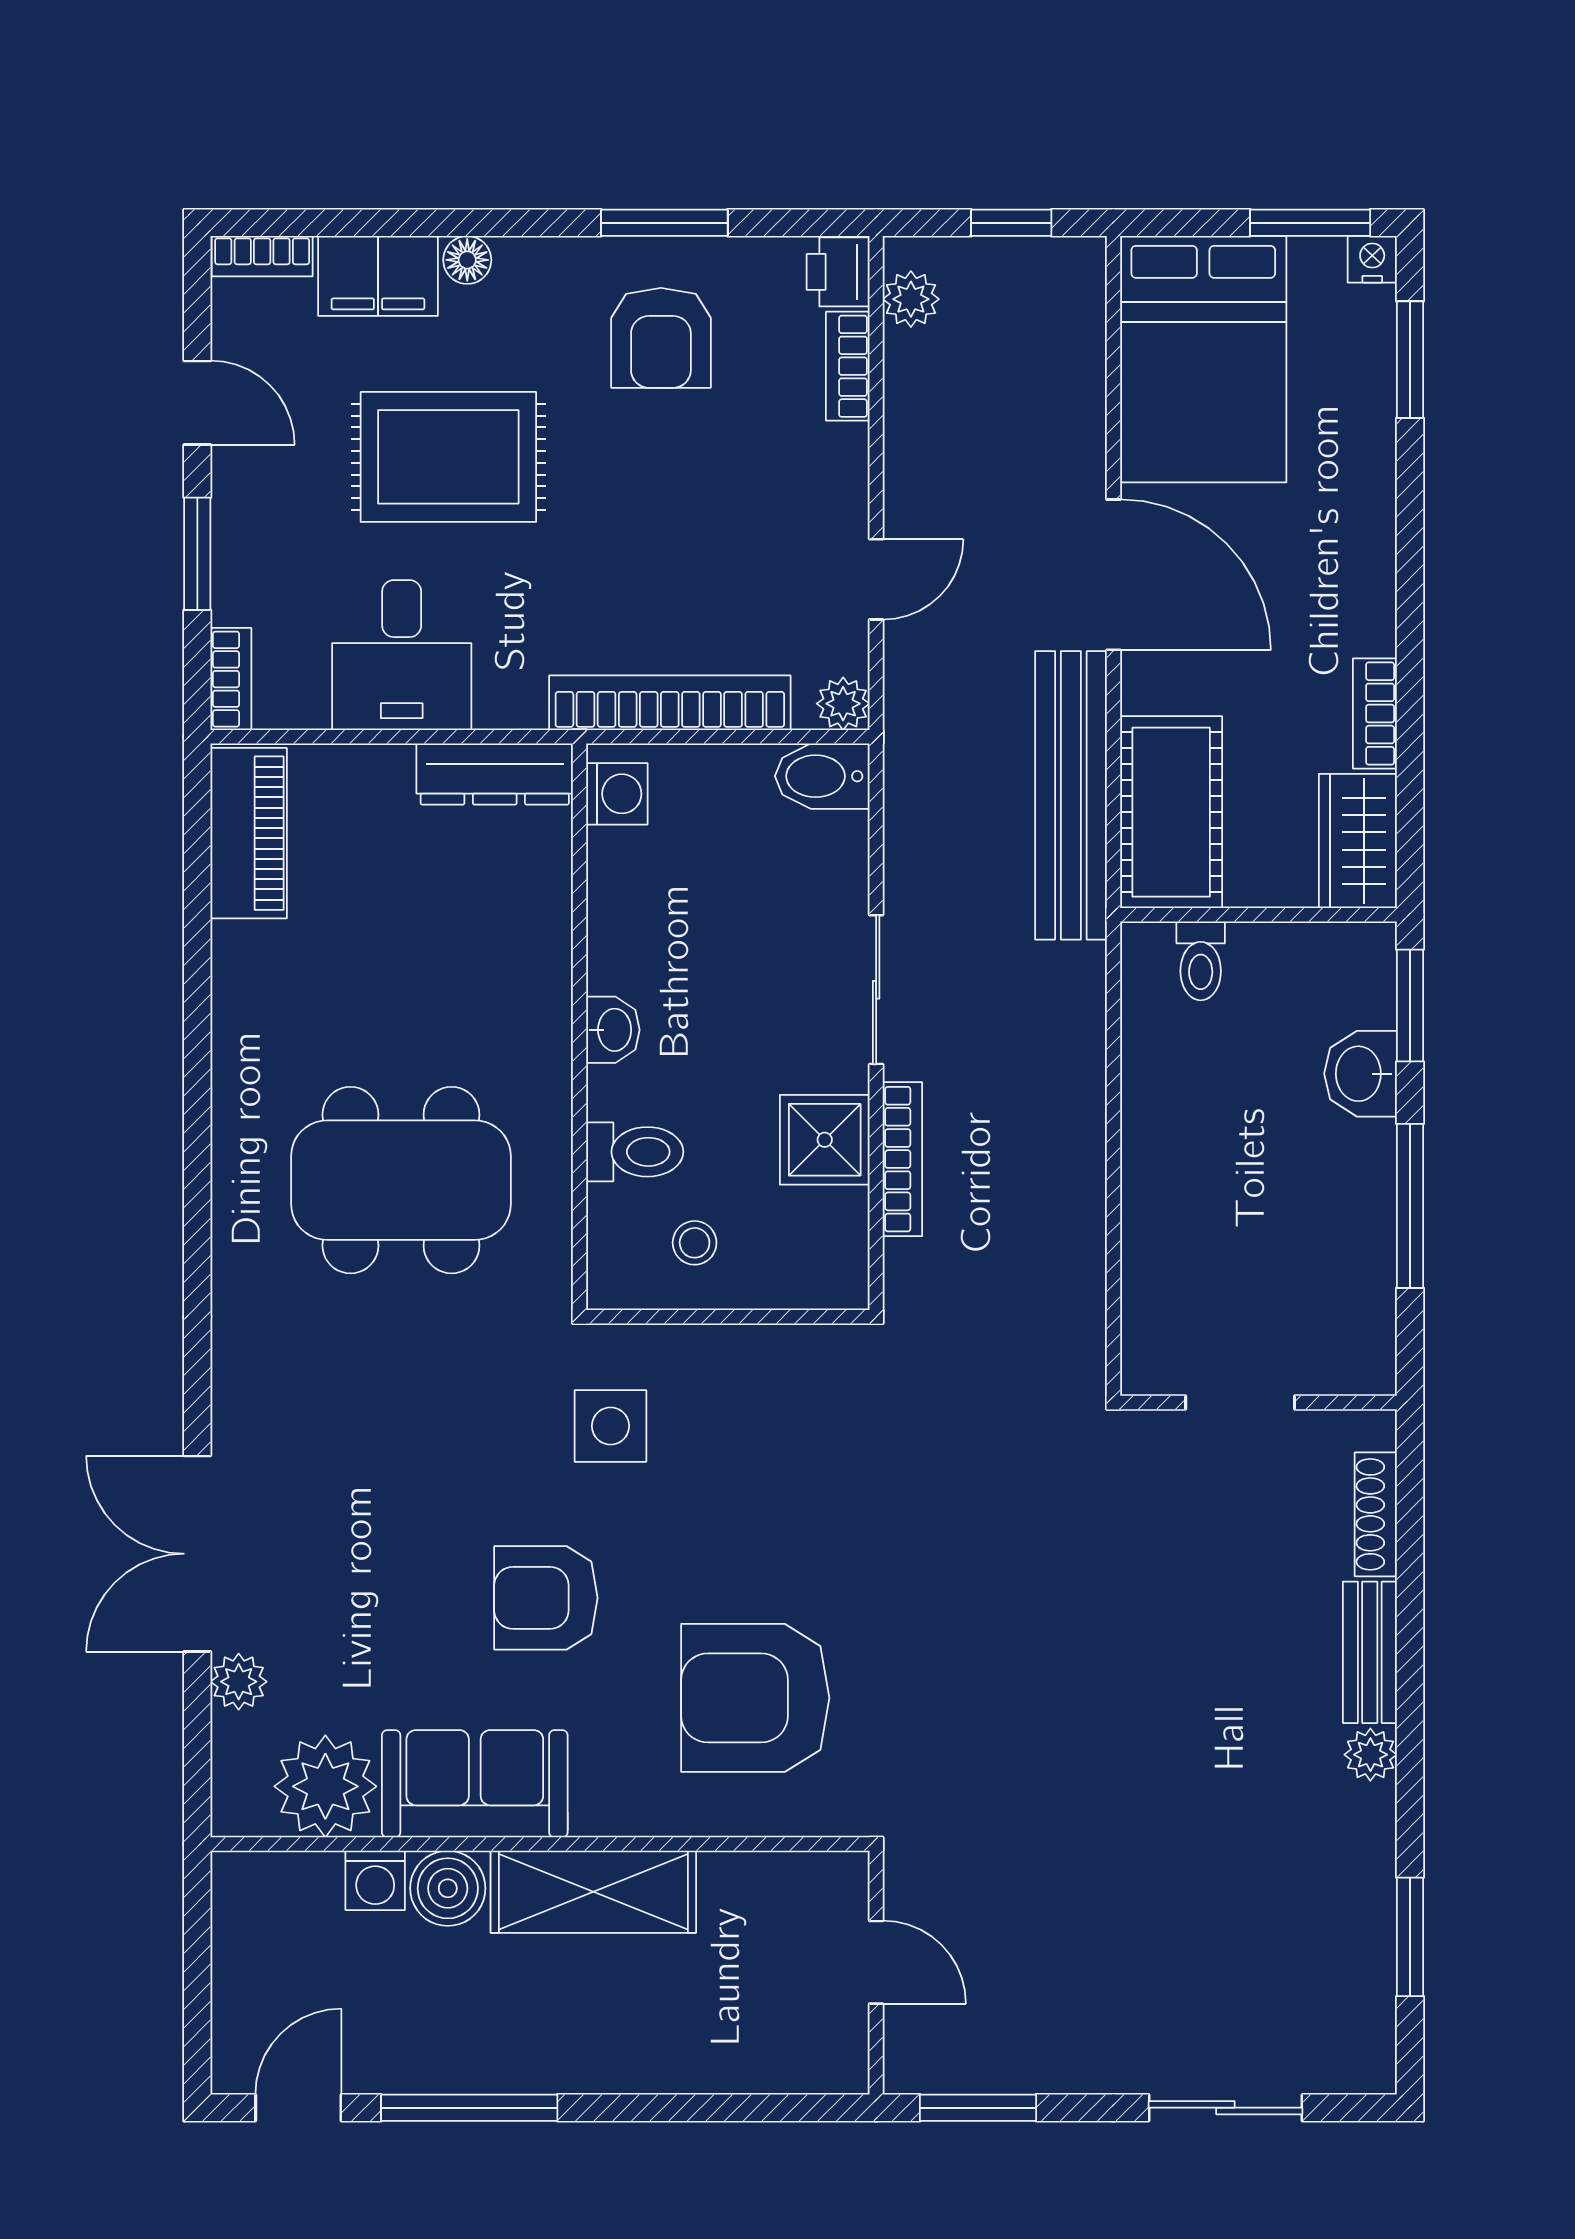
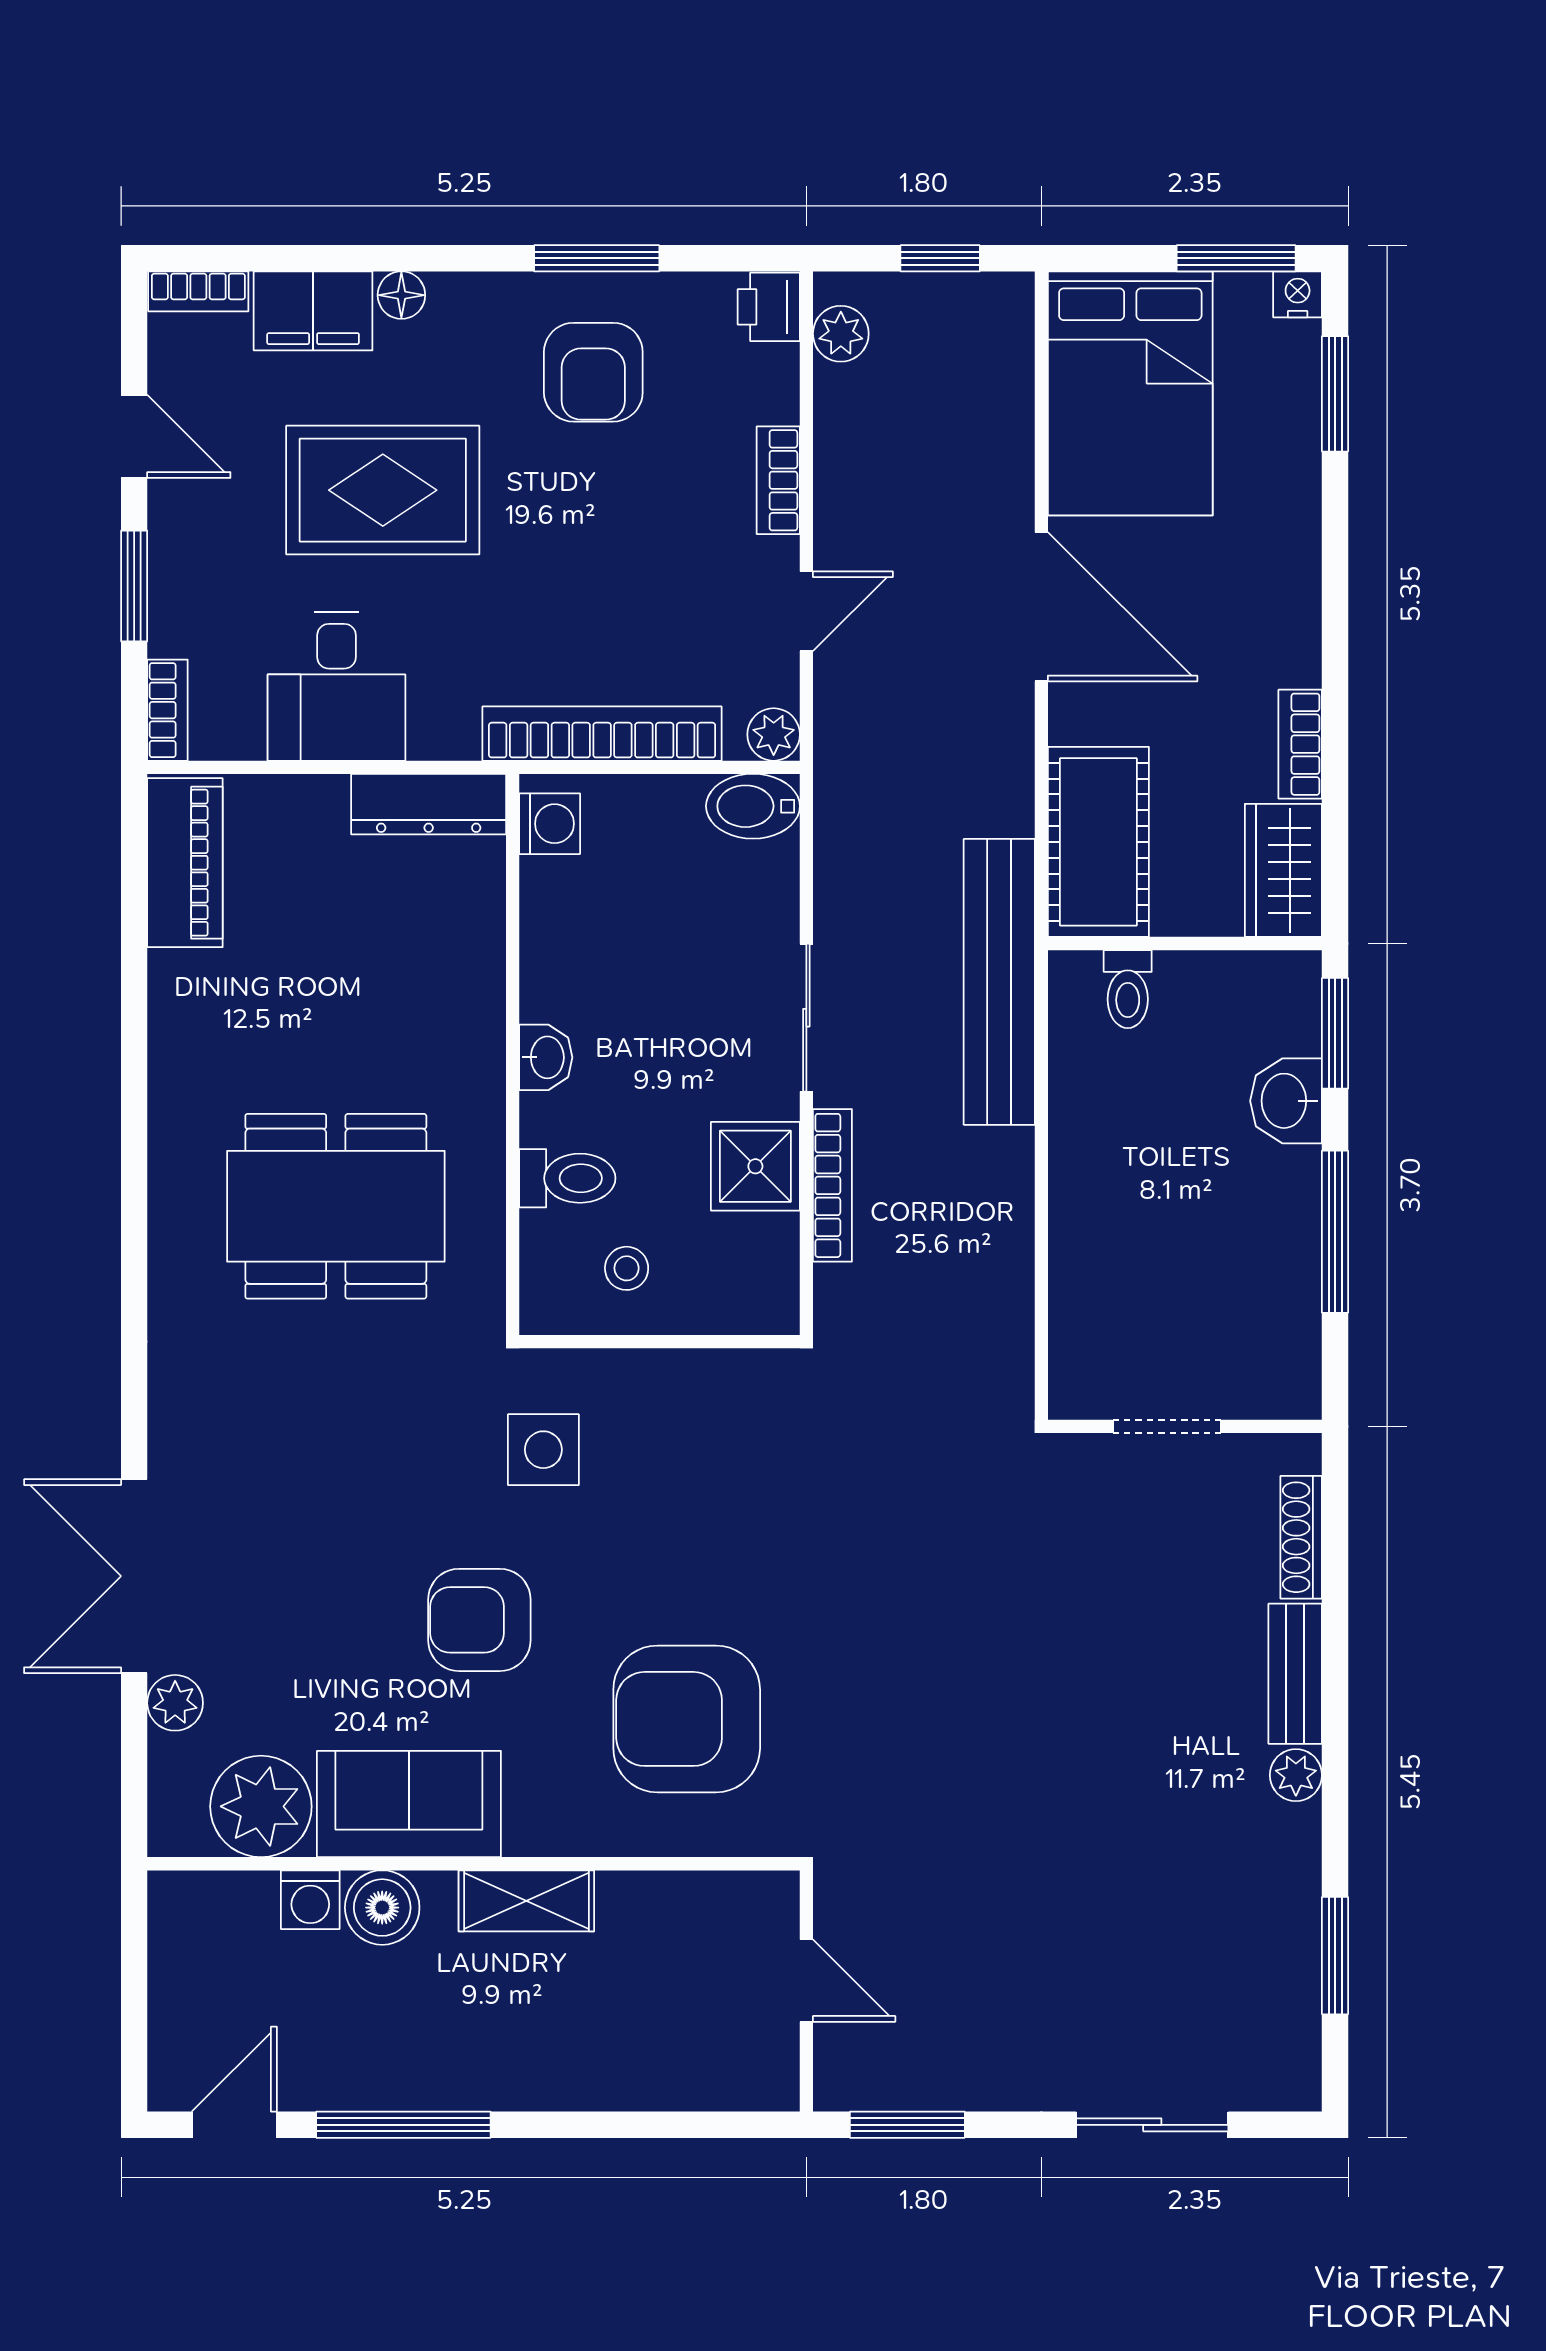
bookcase: (848, 366) -> (778, 480), moved
bench: (1071, 795) -> (999, 982), moved
shelving: (593, 1892) -> (526, 1901), width x0.67, depth x0.75

